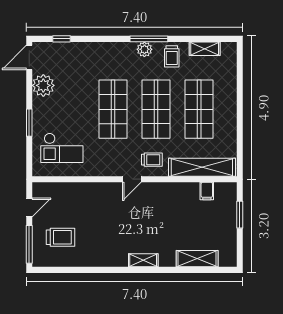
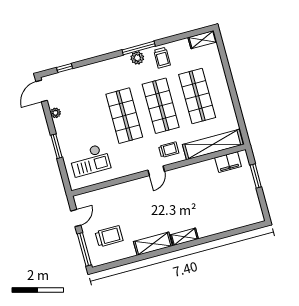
shelving: (205, 49) -> (202, 40), moved
plant: (43, 85) -> (55, 113), width x0.53, depth x0.53
filing cabinet: (207, 191) -> (228, 162), width x2.00
shelving: (197, 259) -> (153, 244), moved

